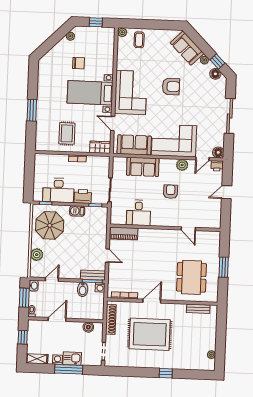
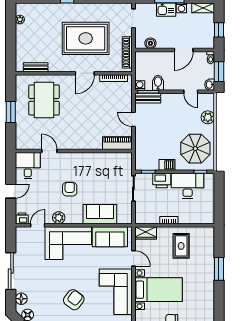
armchair: (171, 87) -> (74, 300), turned 127
floor lamp: (218, 152) -> (21, 299), moved
armchair: (171, 192) -> (70, 189), turned 180
desk: (139, 213) -> (28, 166), moved
door: (52, 279) -> (191, 92), hinge flipped

